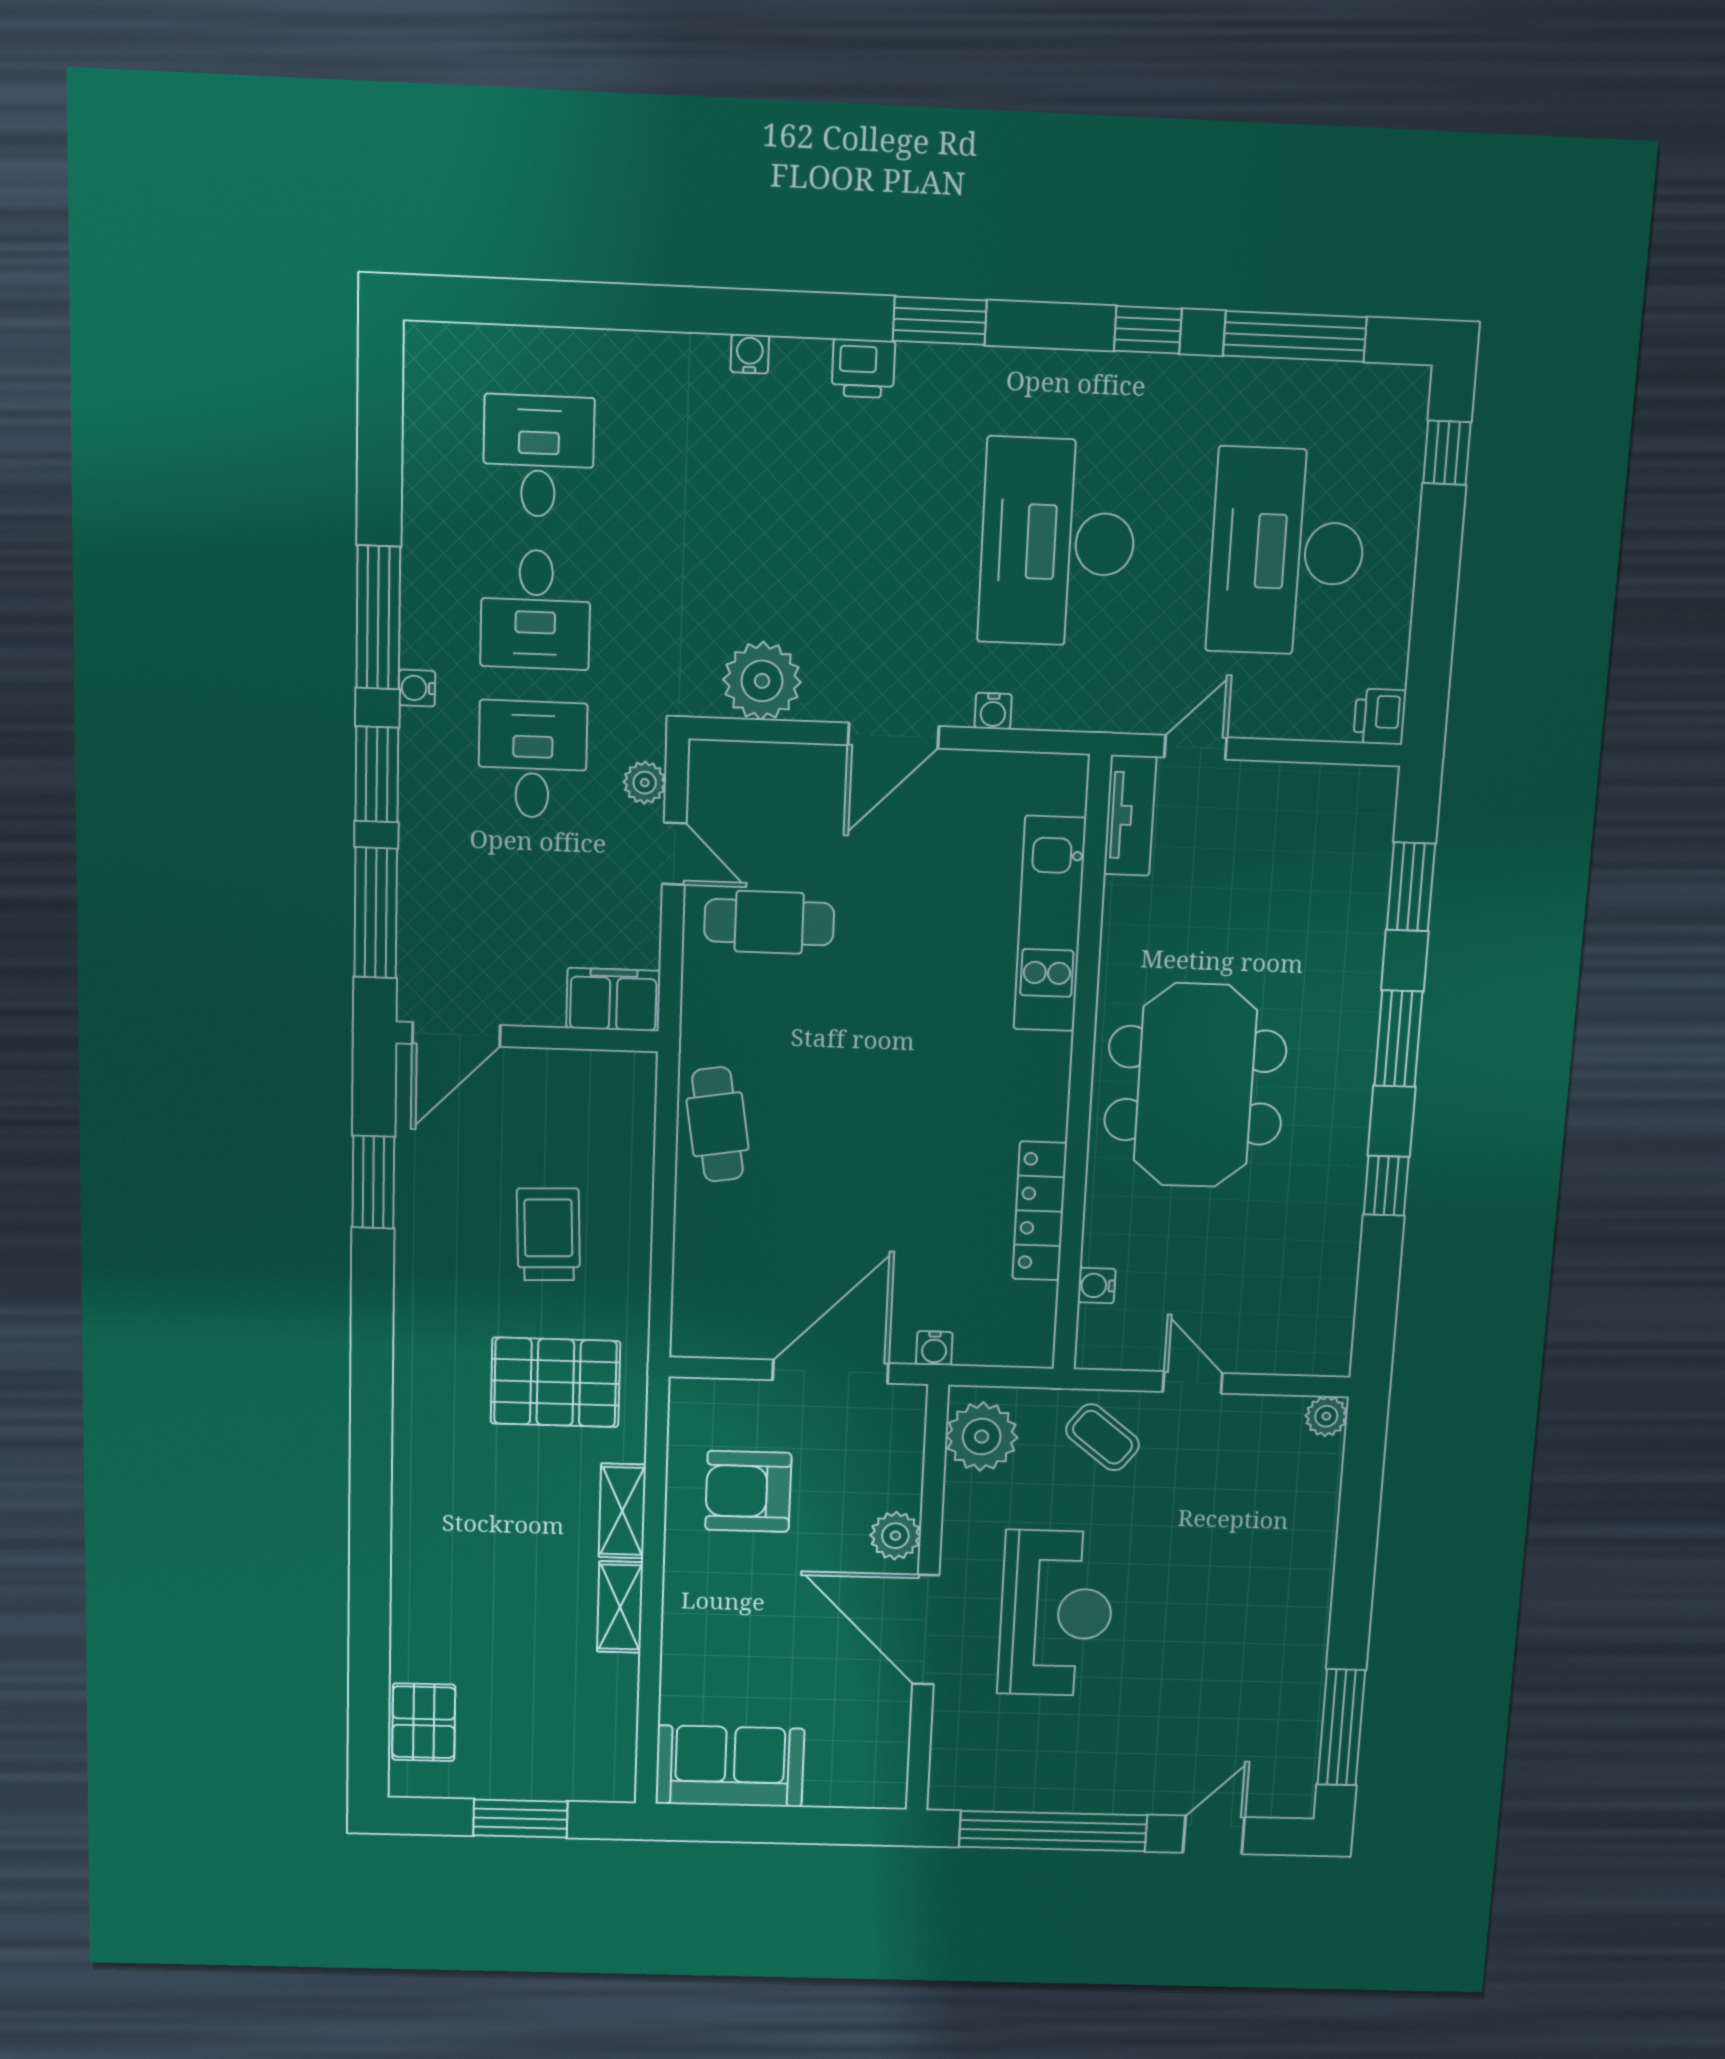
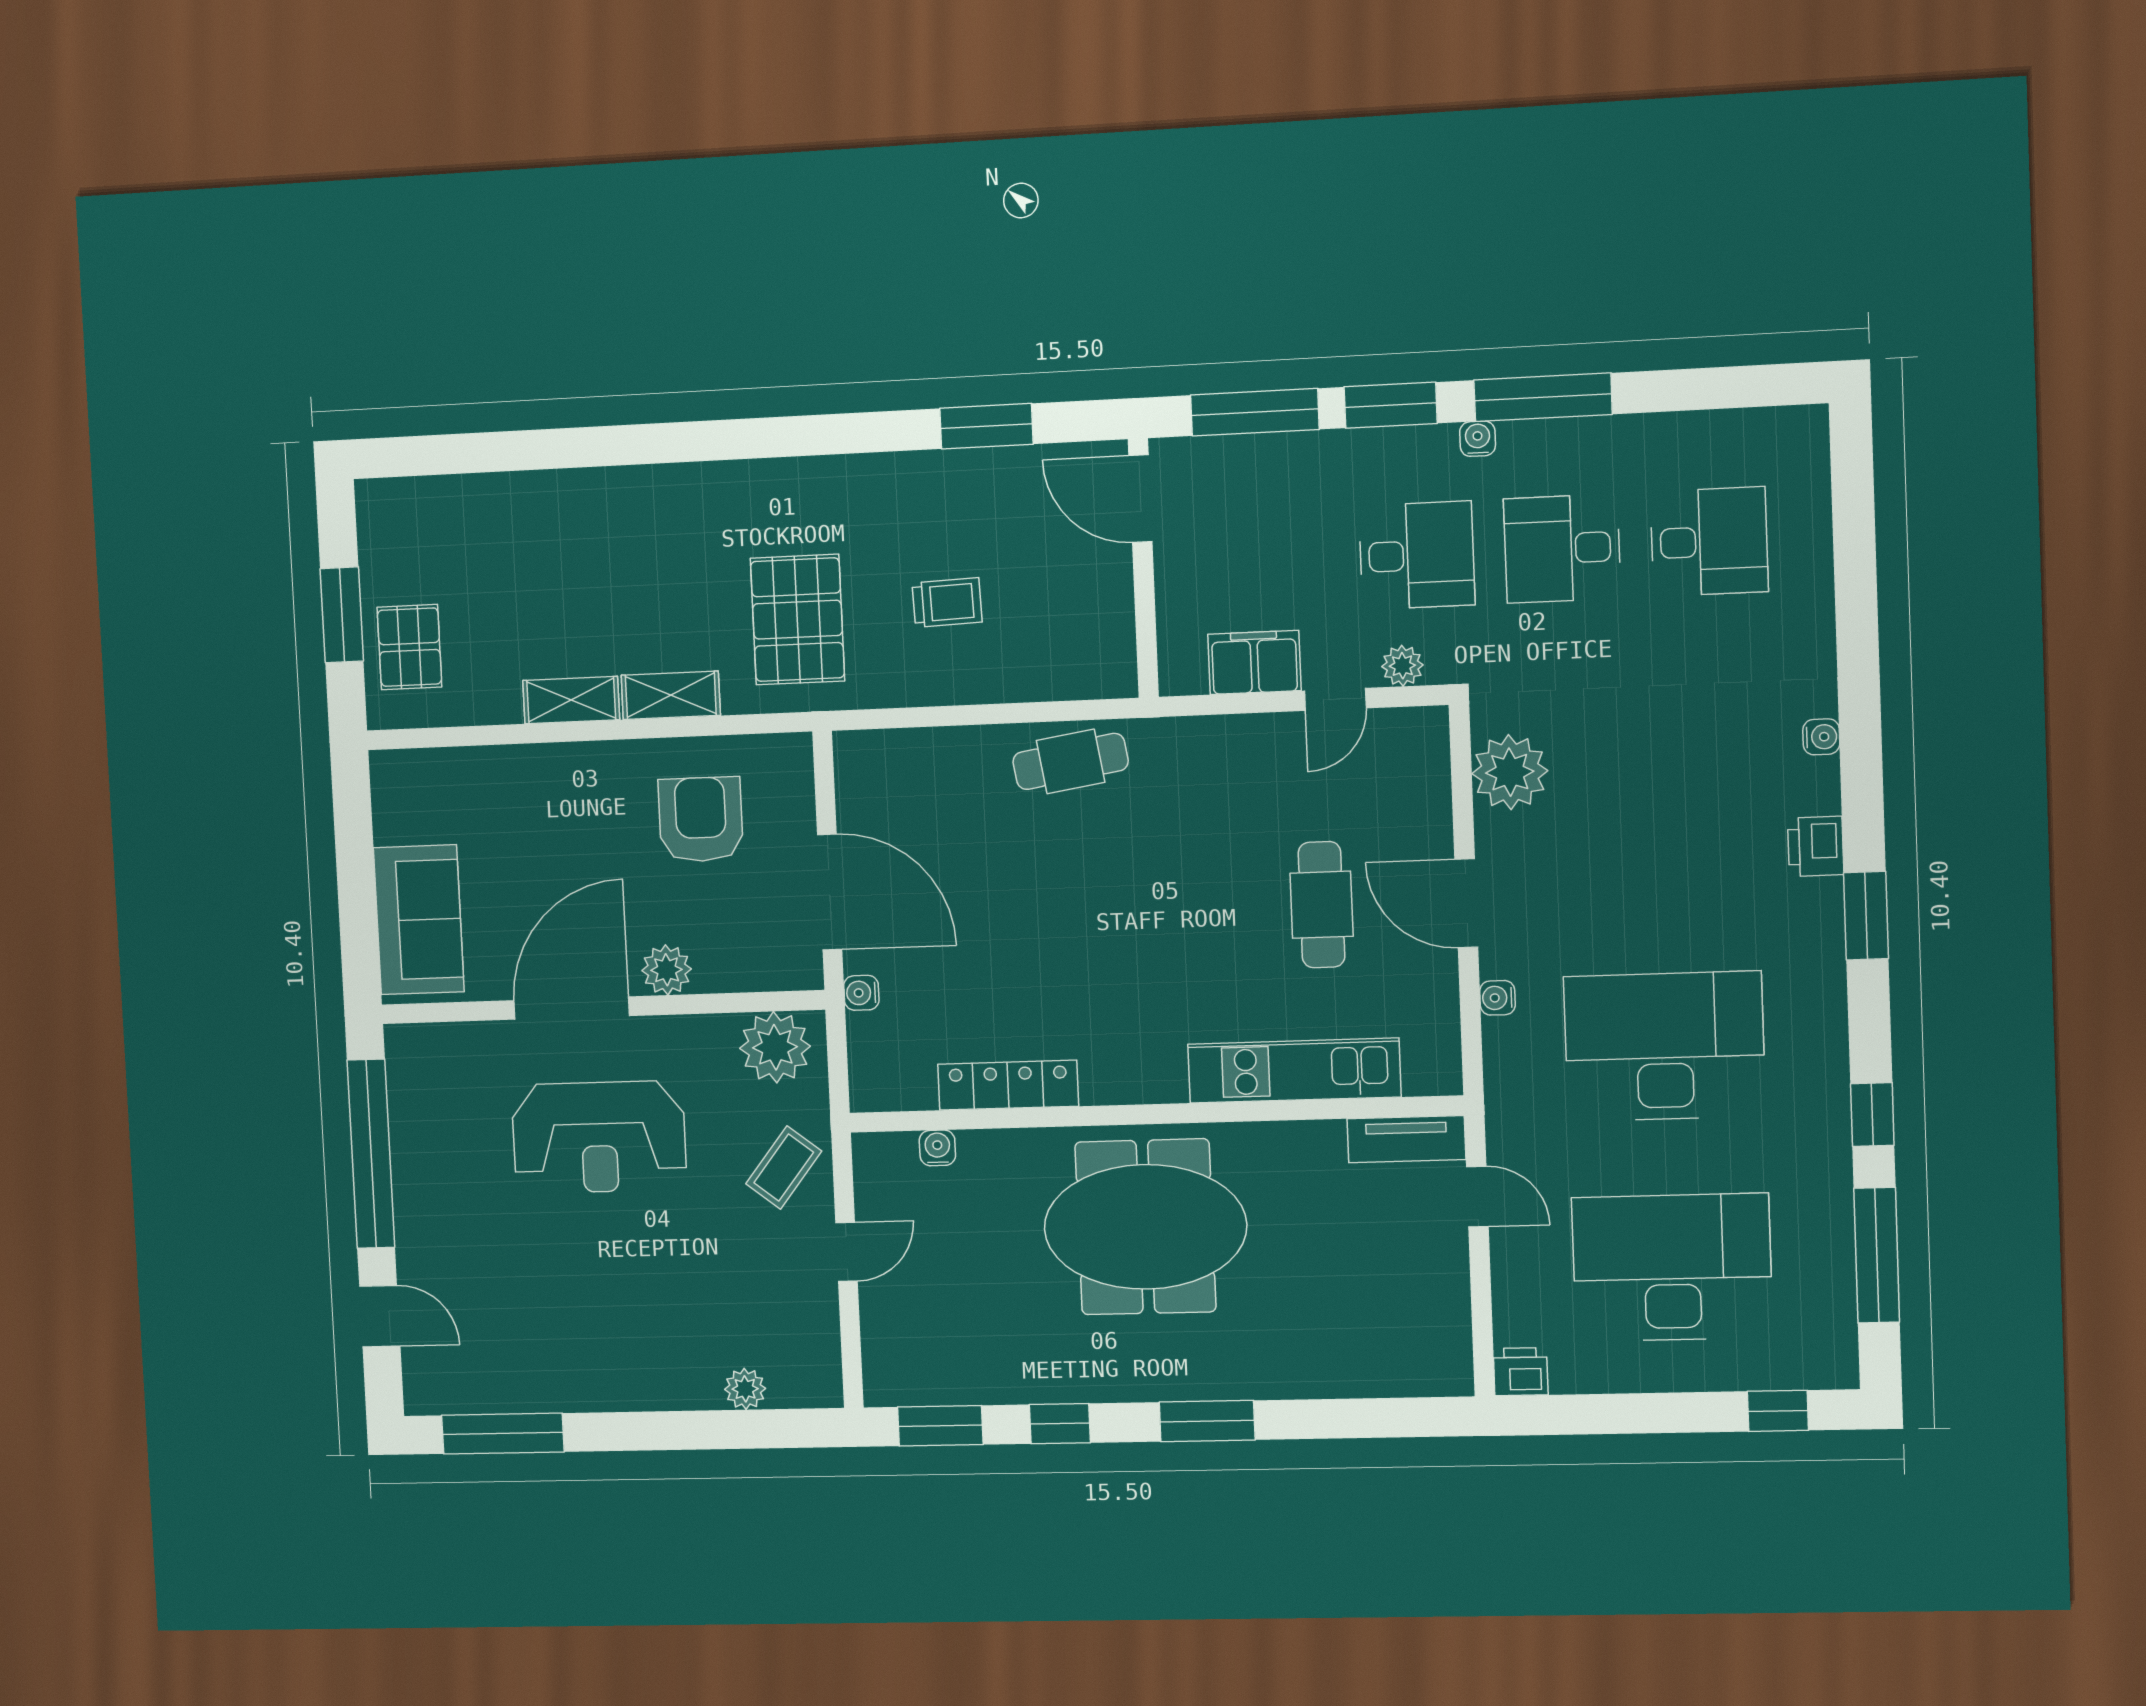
window: (1411, 887) -> (940, 1426), moved
cafe table: (769, 922) -> (1322, 905), moved
filing cabinet: (613, 1000) -> (1254, 662), moved, turned -90
trolley: (548, 1234) -> (947, 603), width x0.73, depth x0.72
plant: (1326, 1416) -> (745, 1389), moved
pallet: (424, 1722) -> (409, 647), moved, turned 90
sofa: (730, 1766) -> (419, 920), moved

